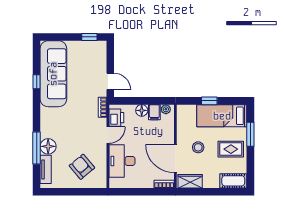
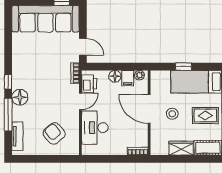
sofa: (53, 74) -> (45, 19), moved, turned 90
window: (37, 82) -> (8, 82), moved
floor lamp: (48, 146) -> (20, 97), moved
door: (175, 159) -> (149, 109), moved
wardrobe: (190, 181) -> (181, 148), moved

